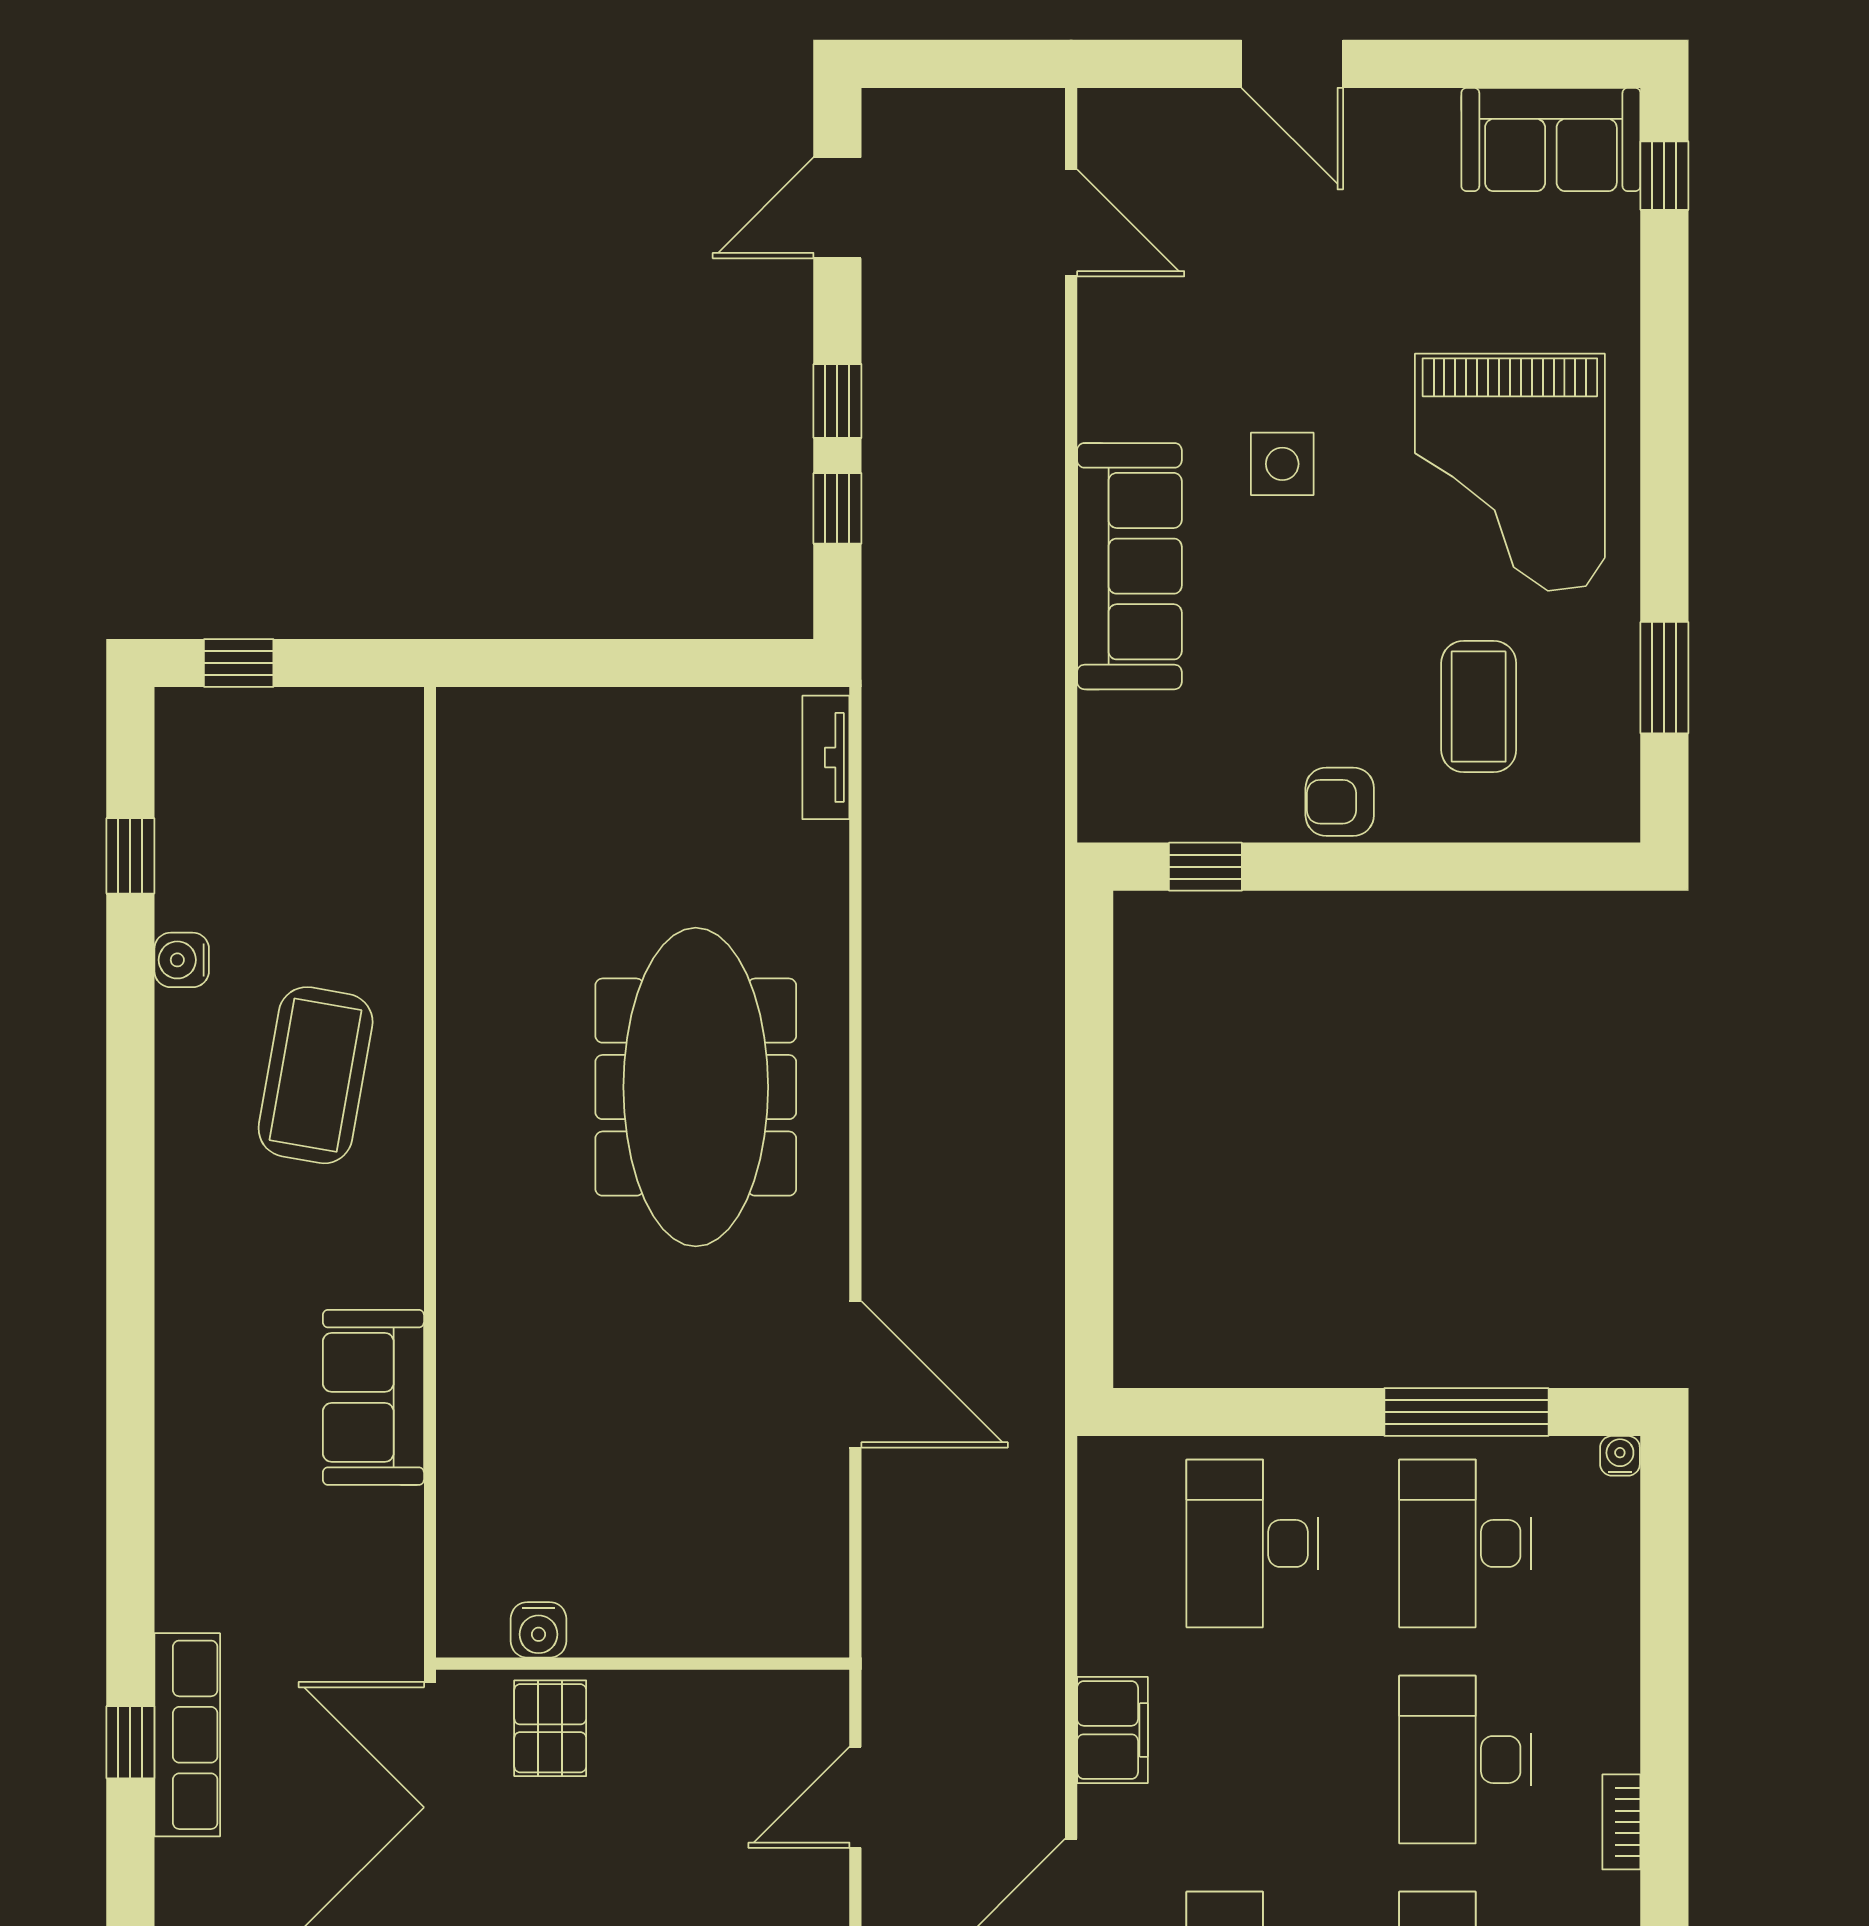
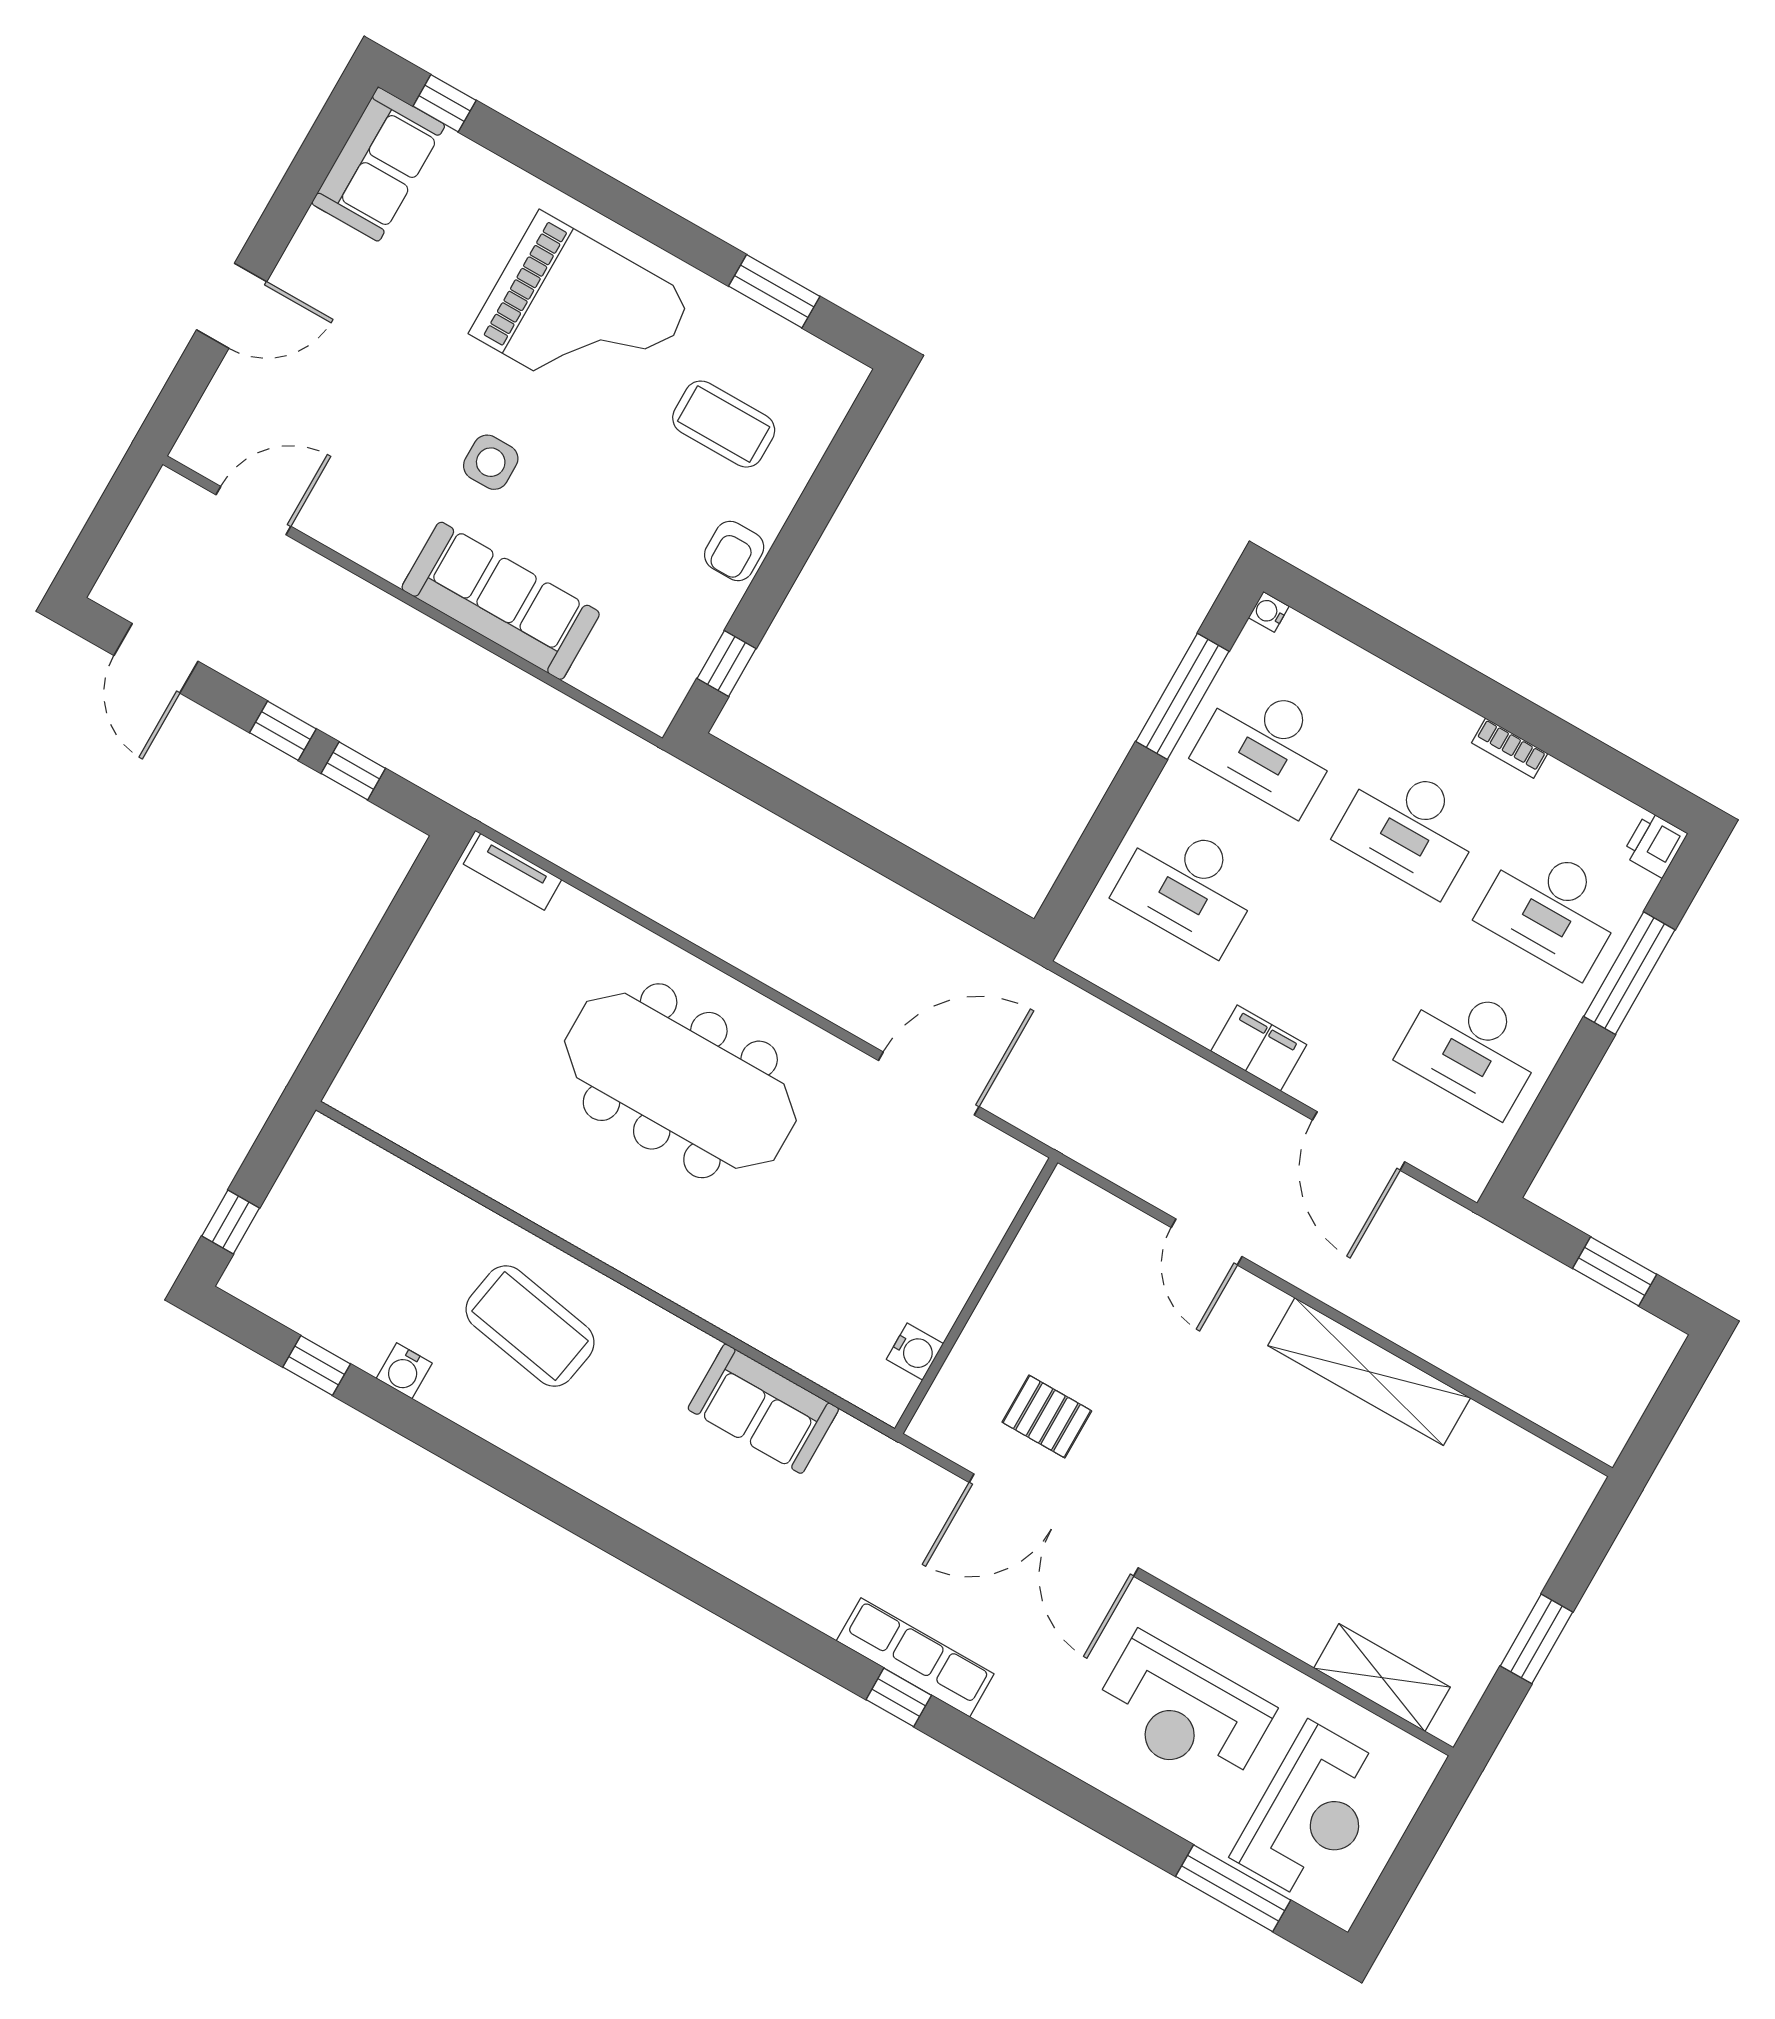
water cooler: (539, 1630) -> (915, 1351), moved
wall: (643, 1664) -> (976, 1296), moved

